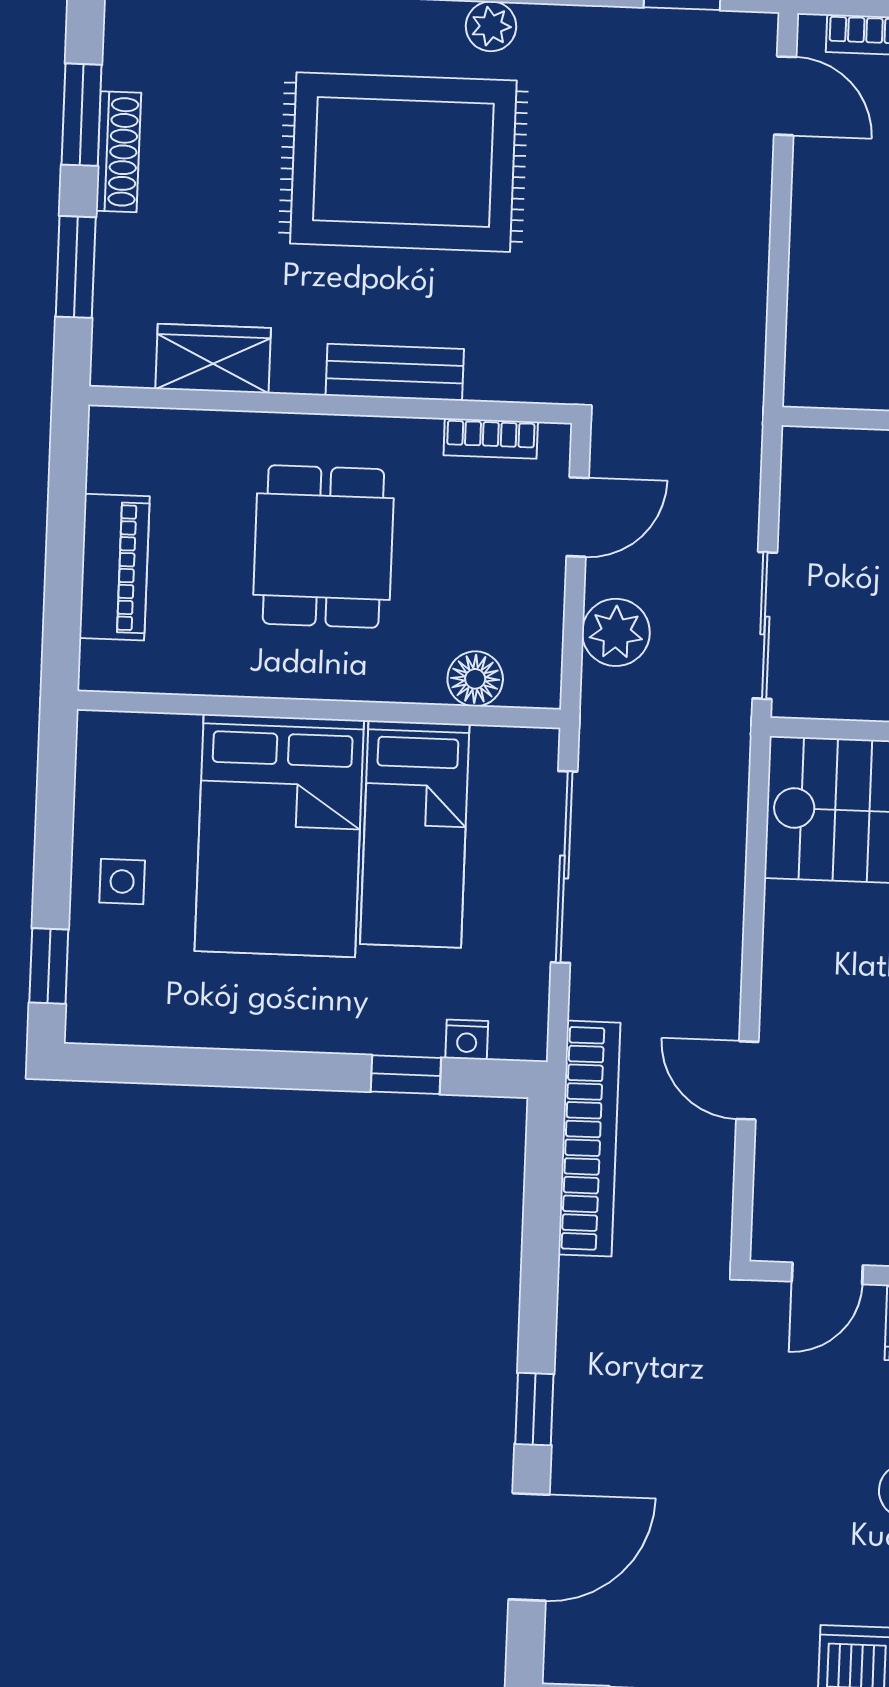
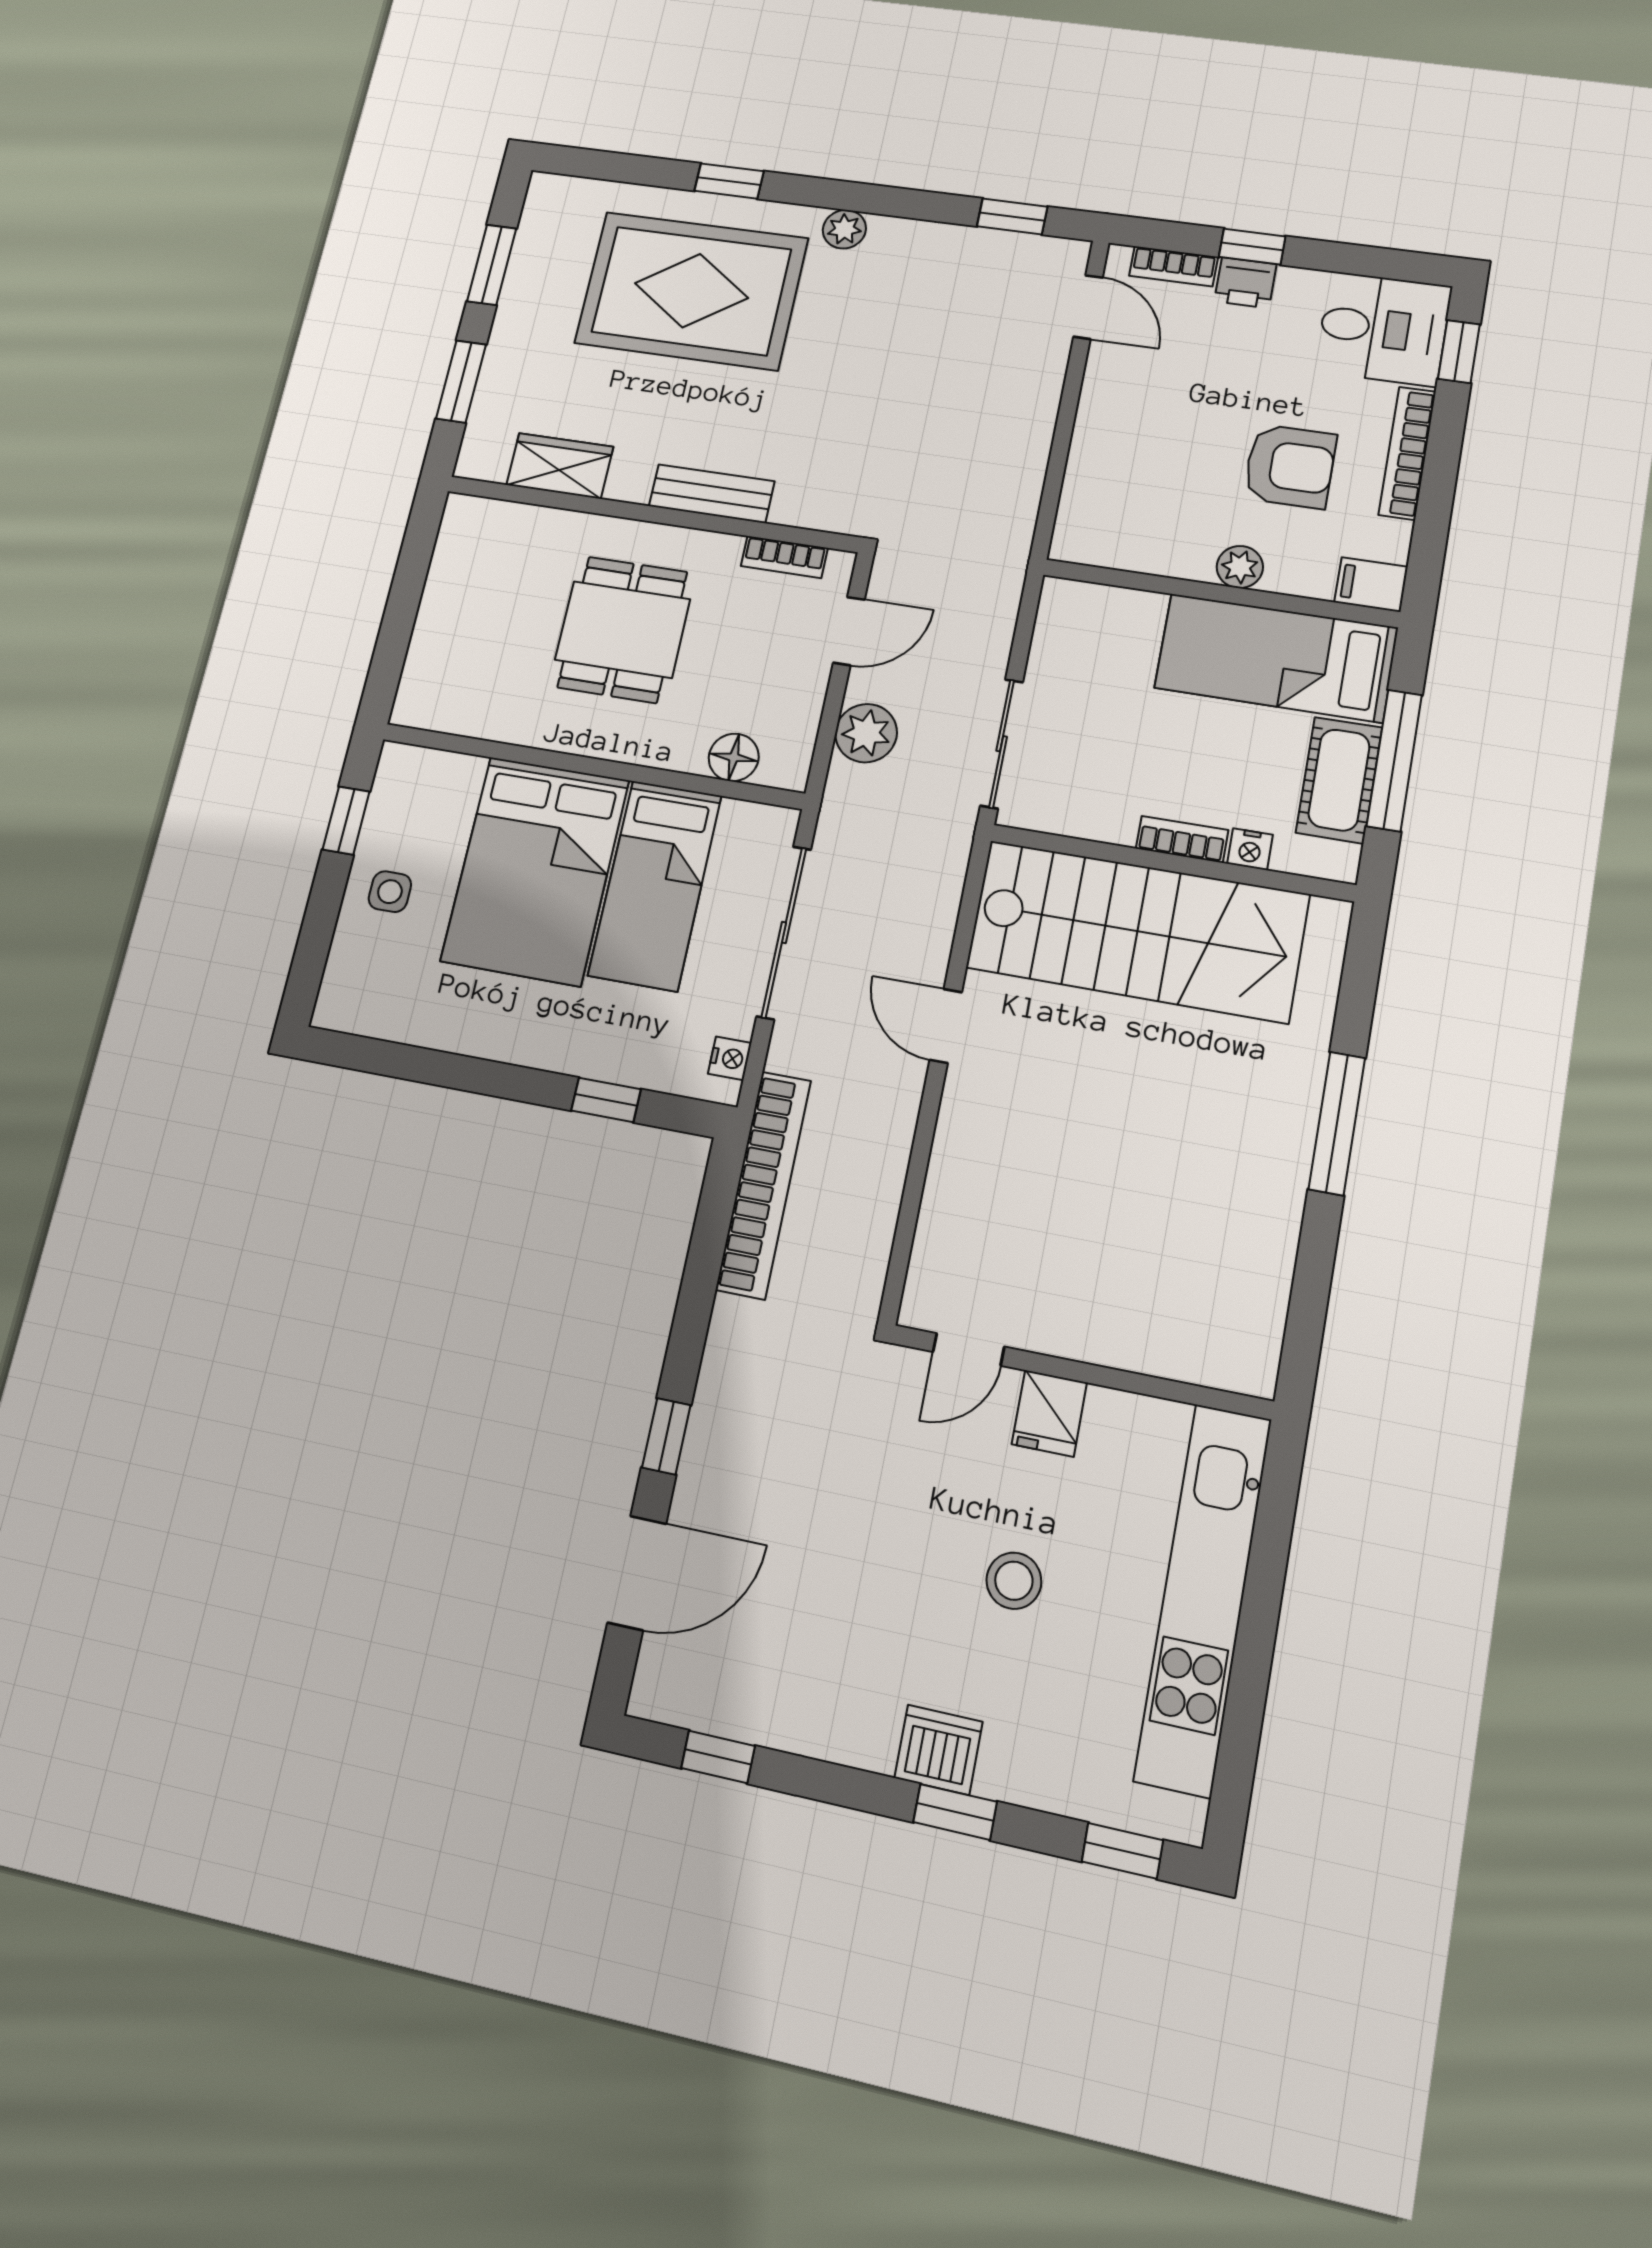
shoe rack: (118, 152) -> (516, 296), removed
rug: (403, 162) -> (691, 291), moved
piano: (114, 567) -> (441, 625), removed
window: (49, 966) -> (346, 821), moved
nightstand: (467, 1040) -> (730, 1058), moved, turned -90
door: (747, 1080) -> (946, 1026), moved

